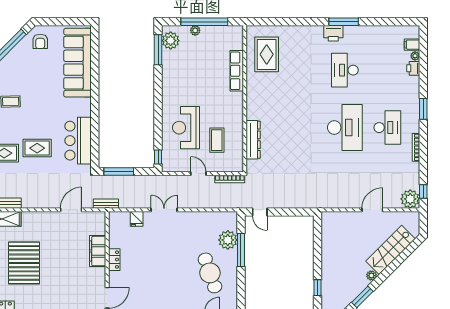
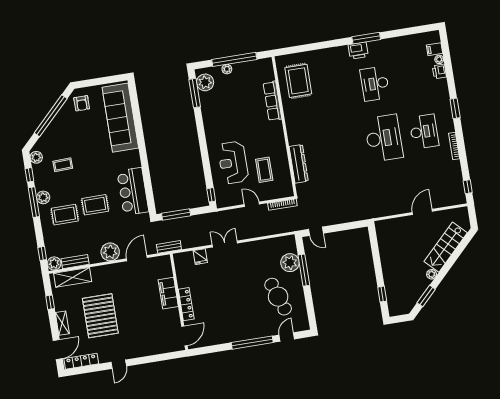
plant: (410, 199) -> (110, 252), moved
locker: (114, 260) -> (186, 304), width x1.53

